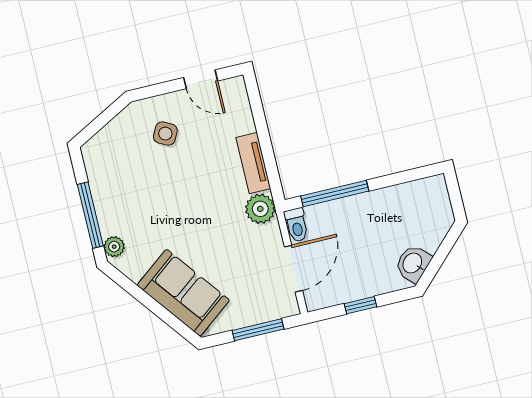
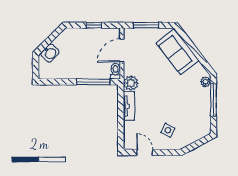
washbasin: (413, 263) -> (50, 53), moved

